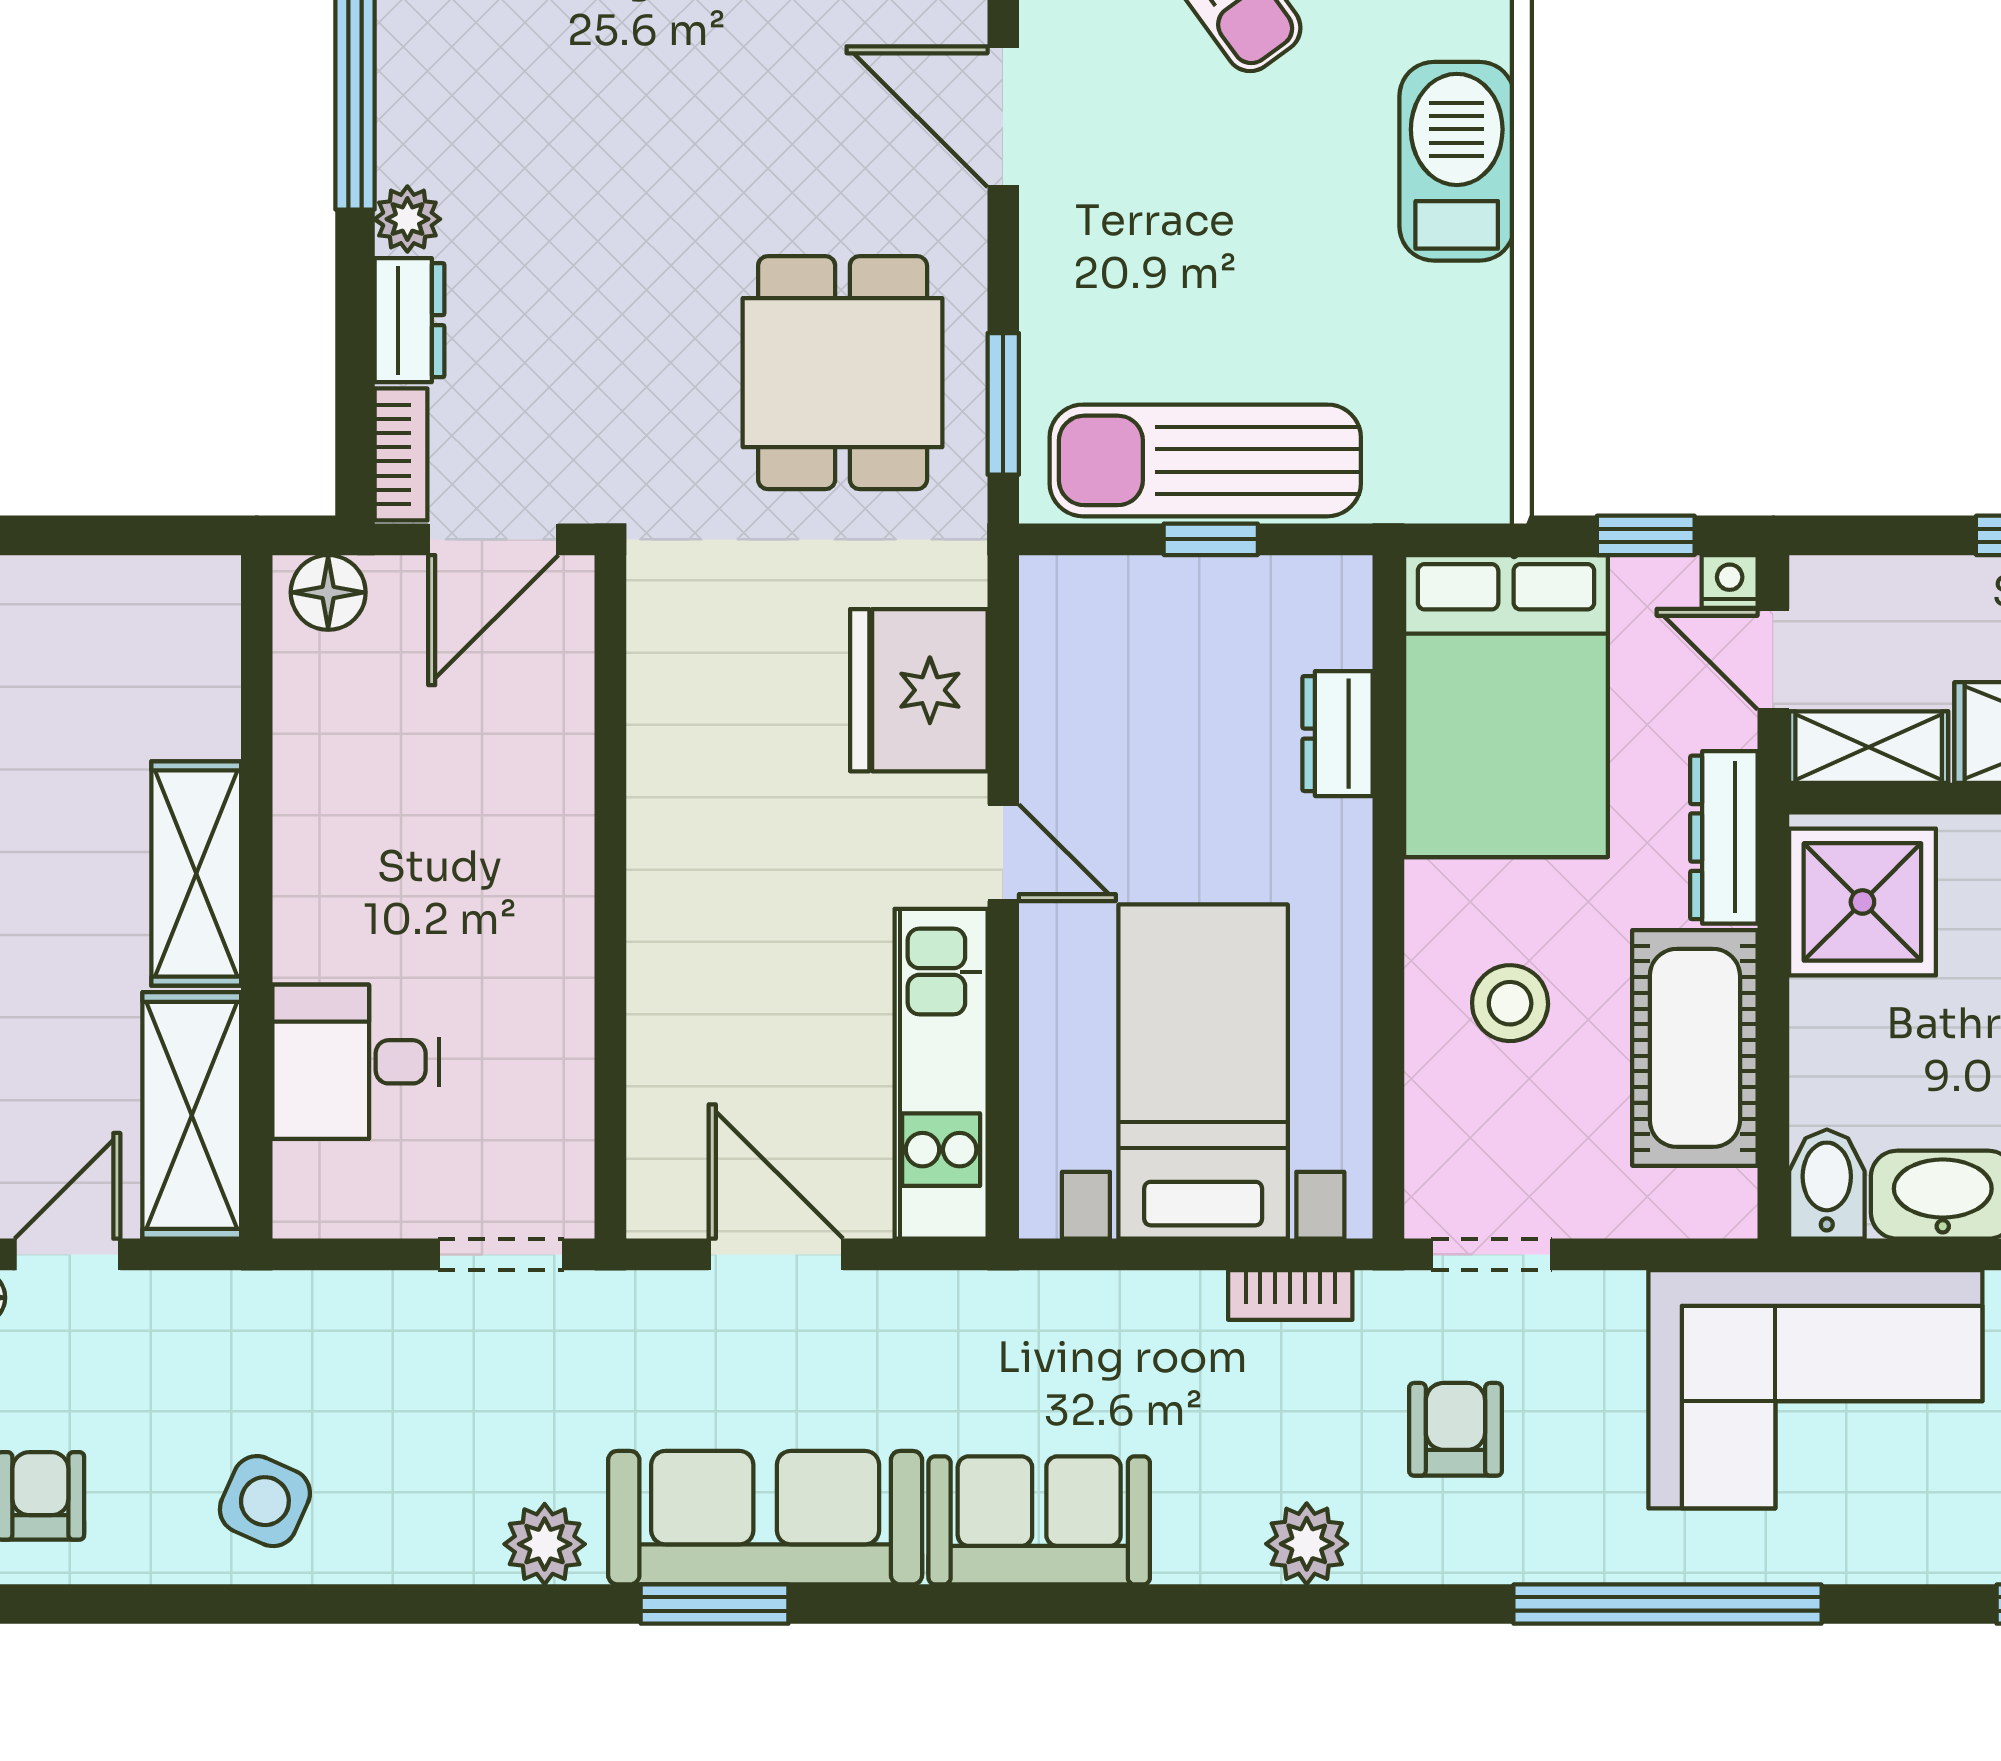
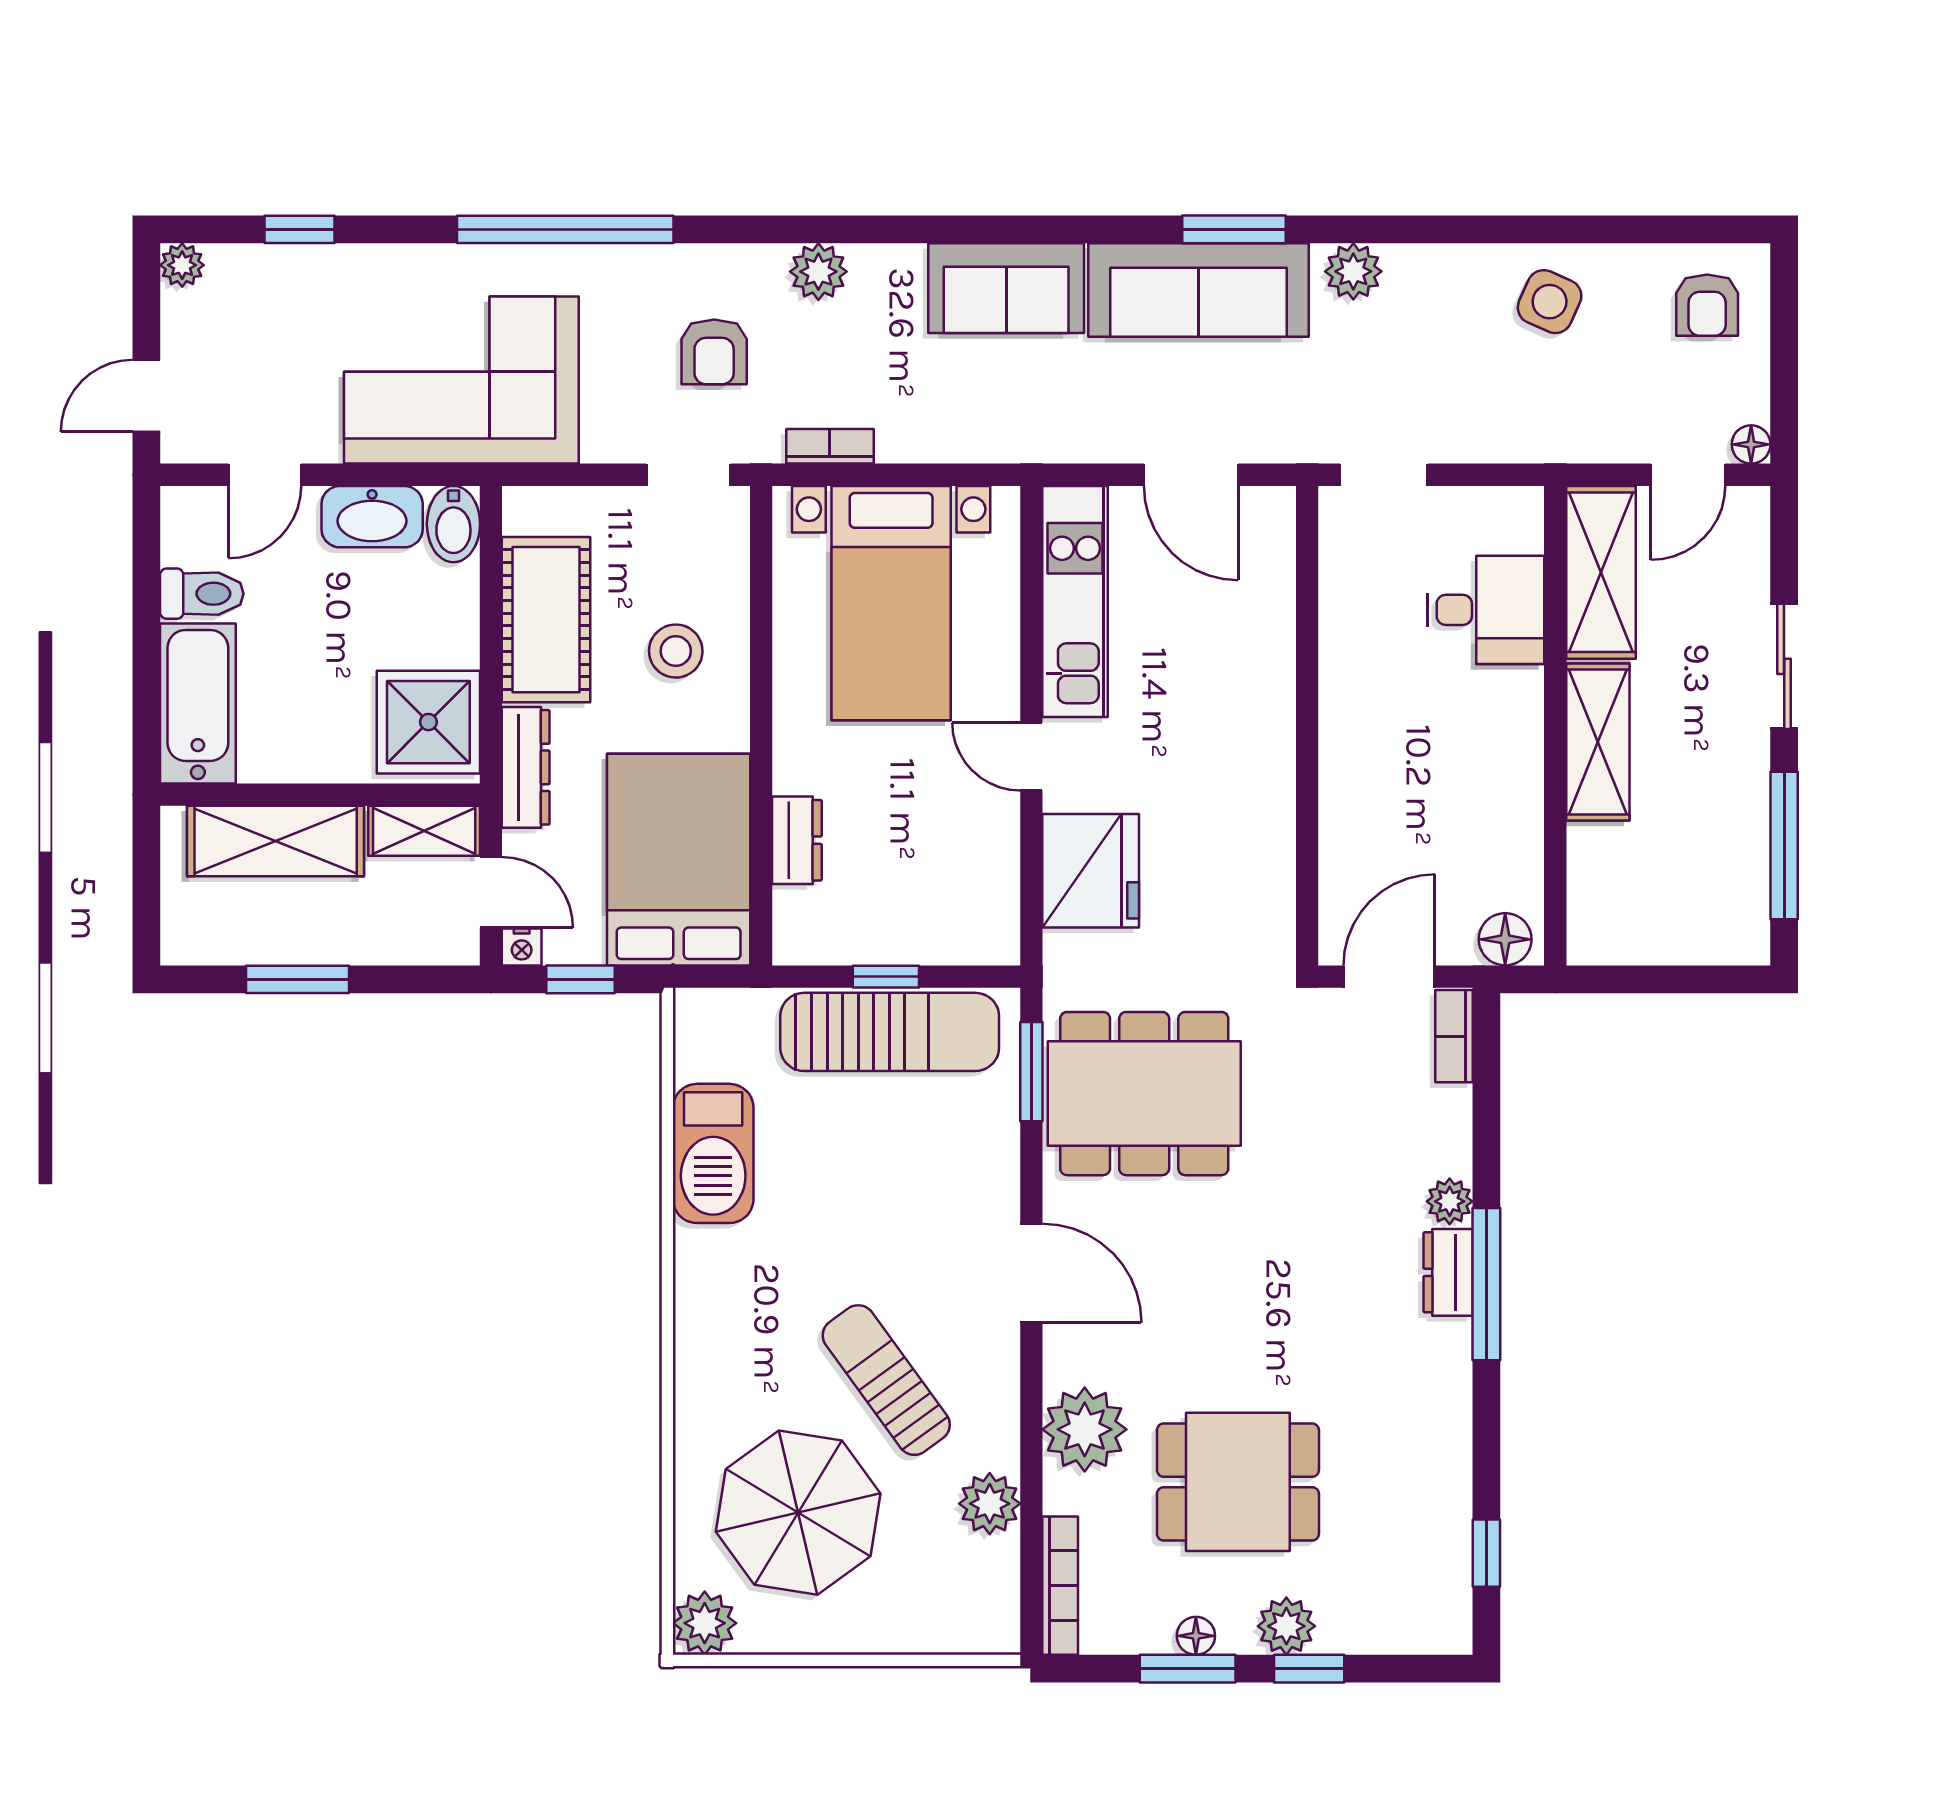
barbecue: (1457, 161) -> (713, 1153), moved
dresser: (410, 320) -> (1448, 1272), moved
dining table: (843, 373) -> (1144, 1094), width x1.38

